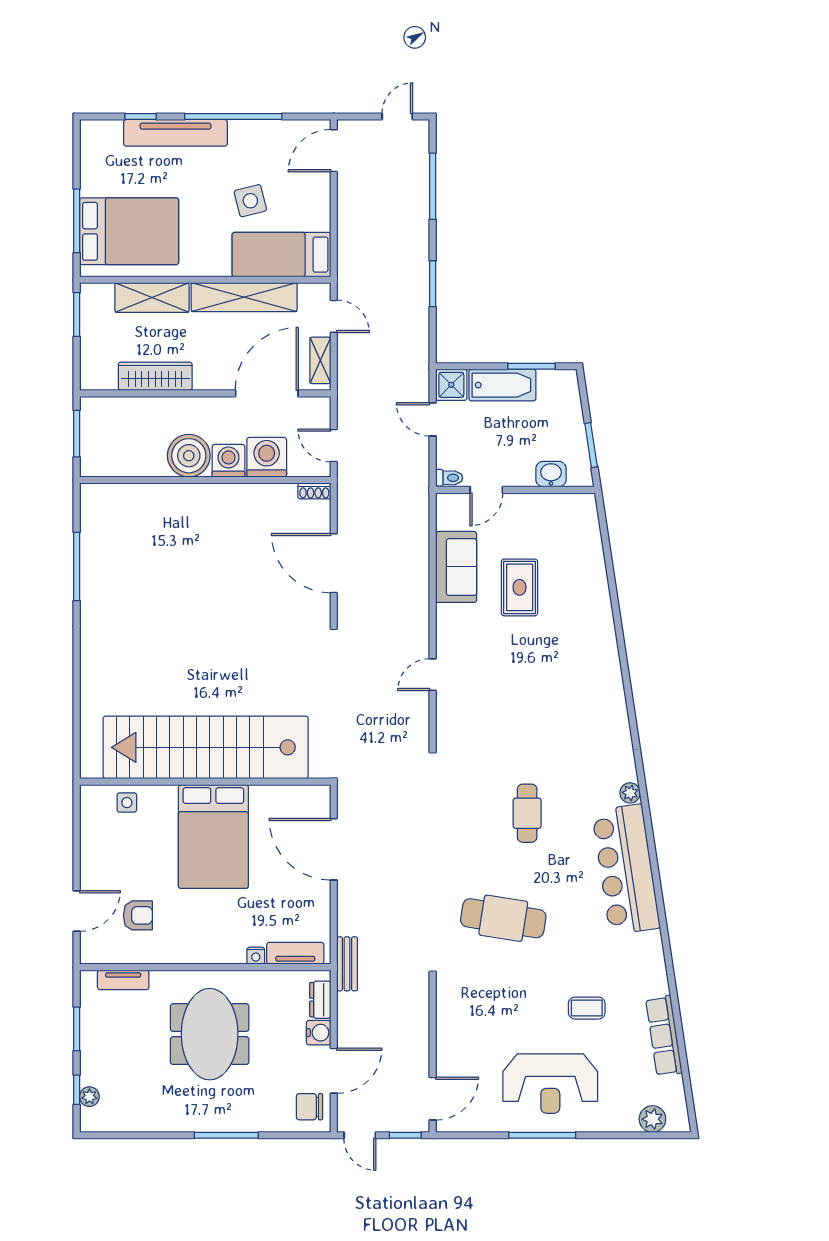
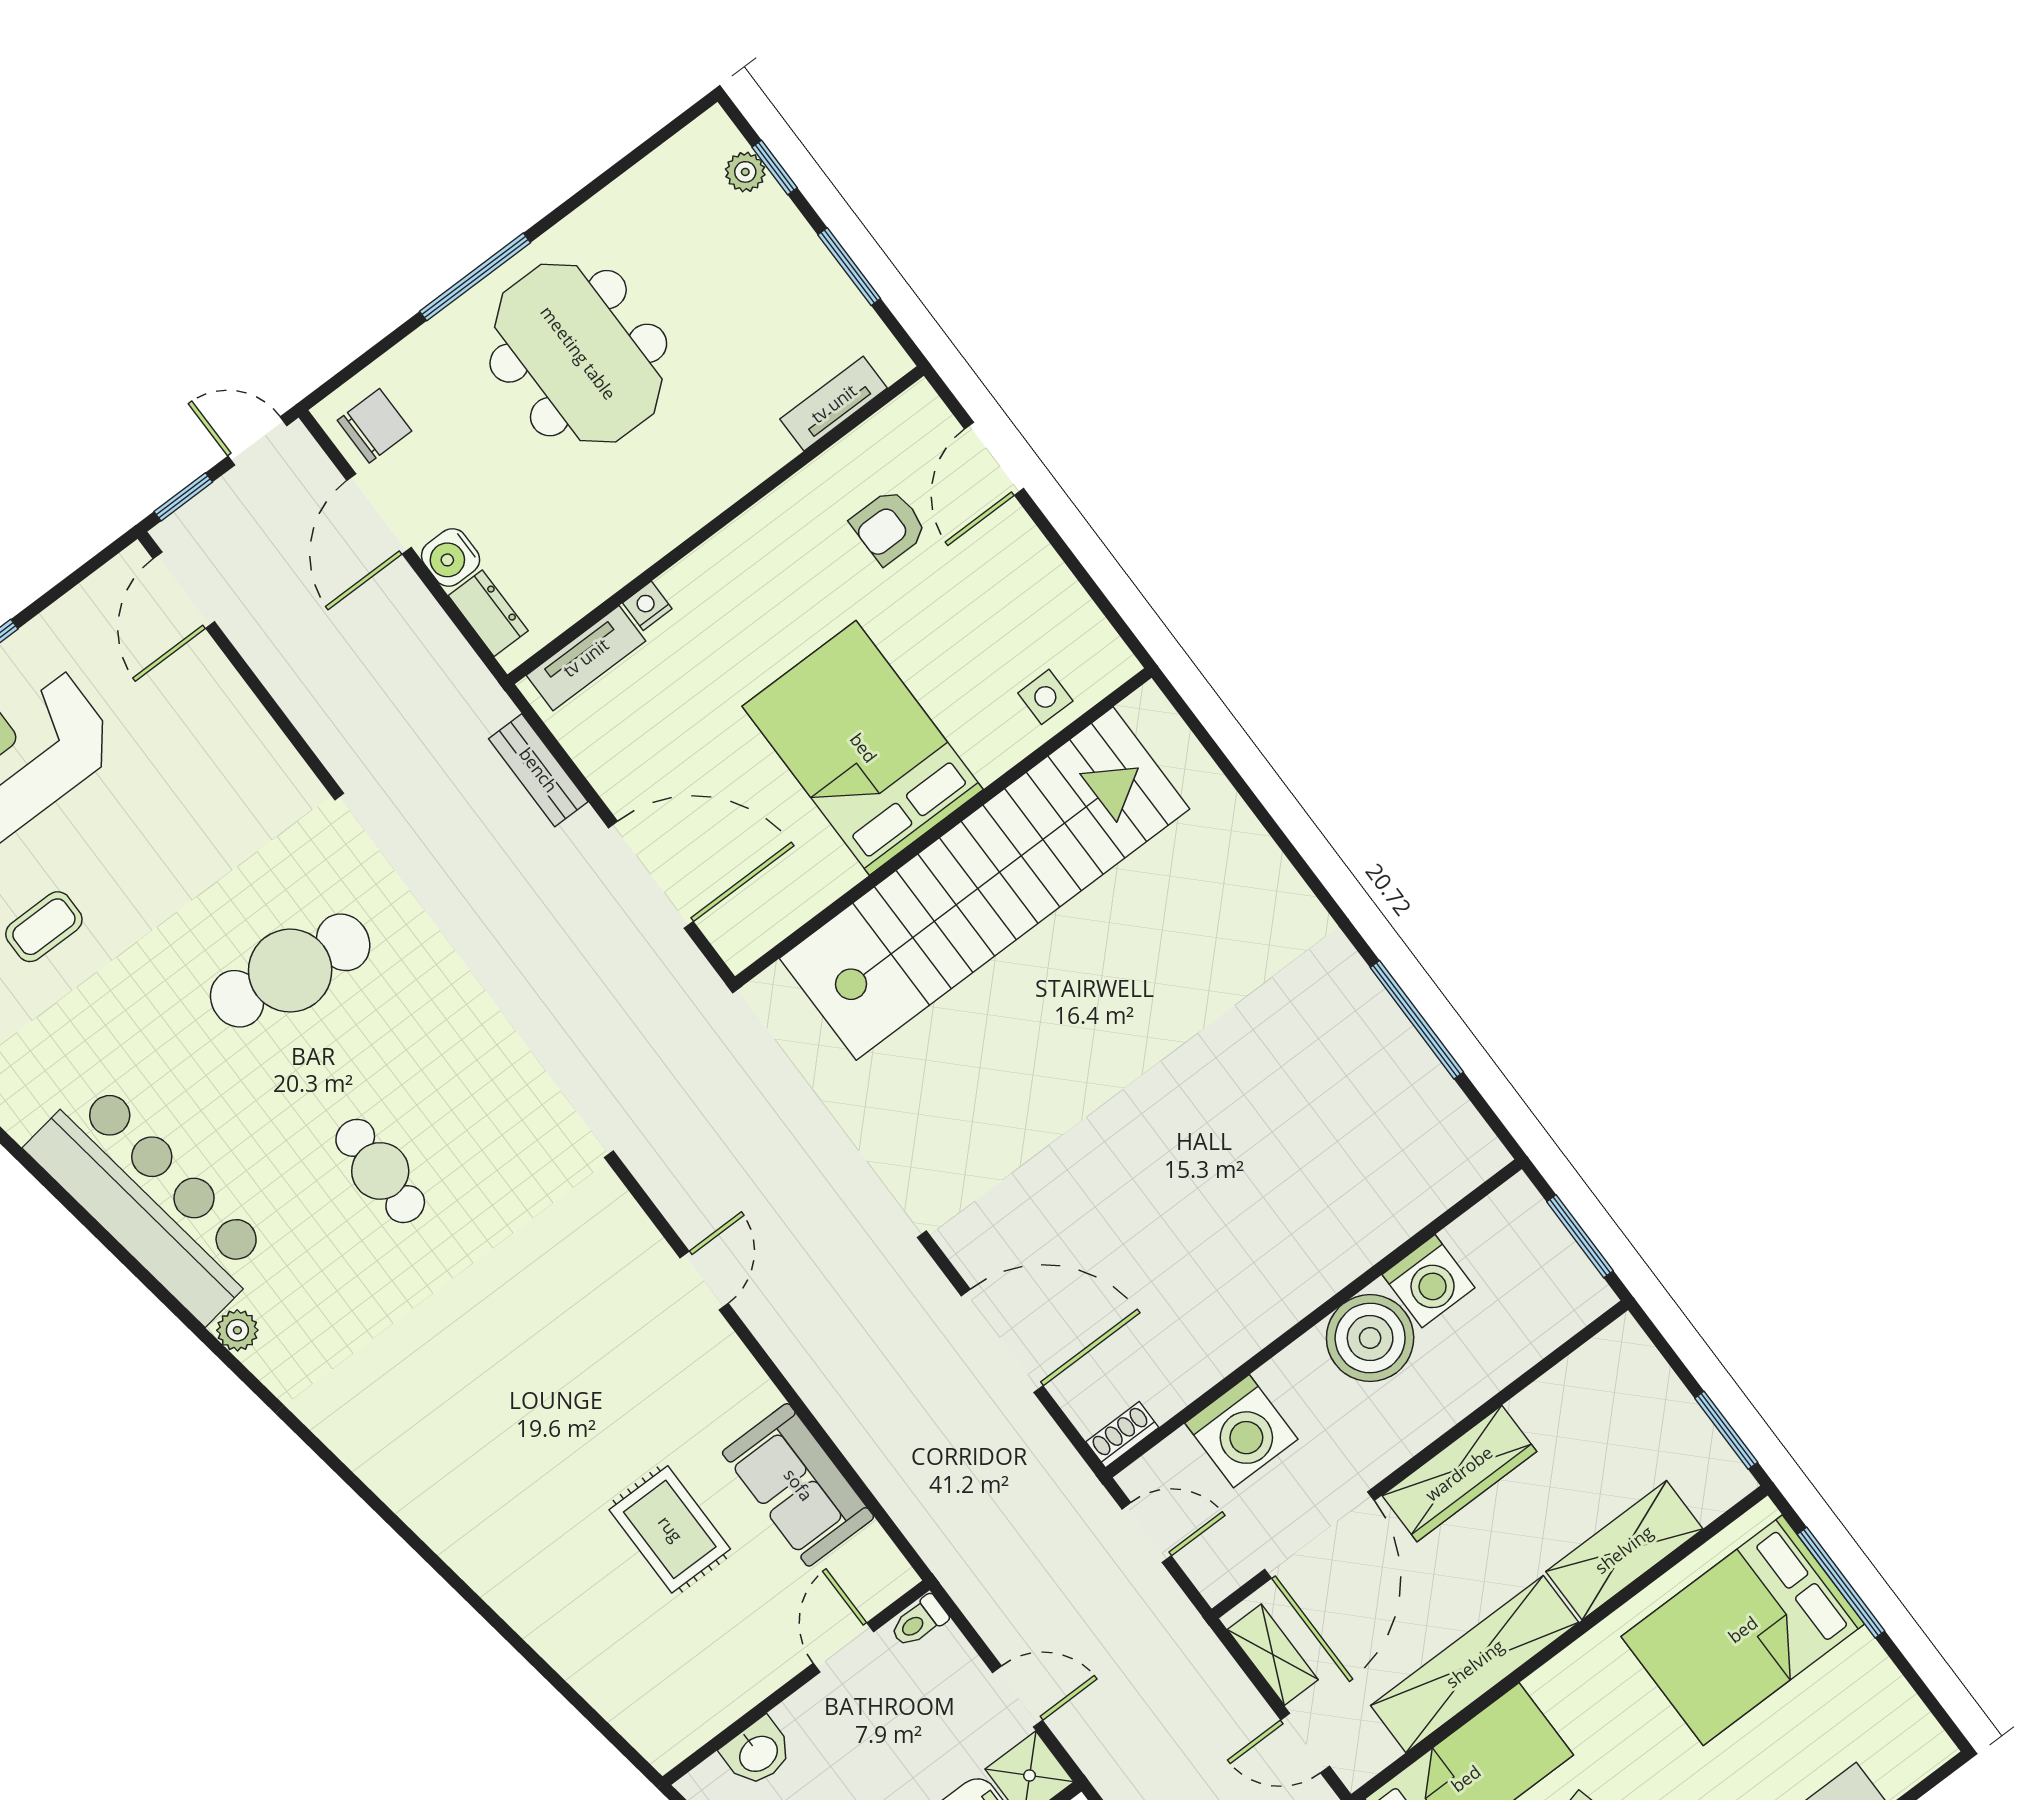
wardrobe: (155, 376) -> (1459, 1474), moved
washing machine: (228, 461) -> (1429, 1281), moved
bench: (347, 964) -> (538, 770), moved
meeting table: (210, 1034) -> (578, 353), moved

